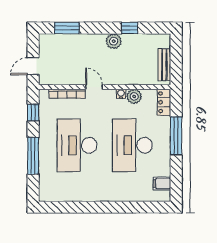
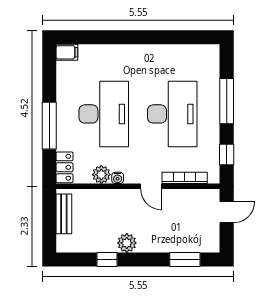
filing cabinet: (162, 184) -> (67, 52), moved

